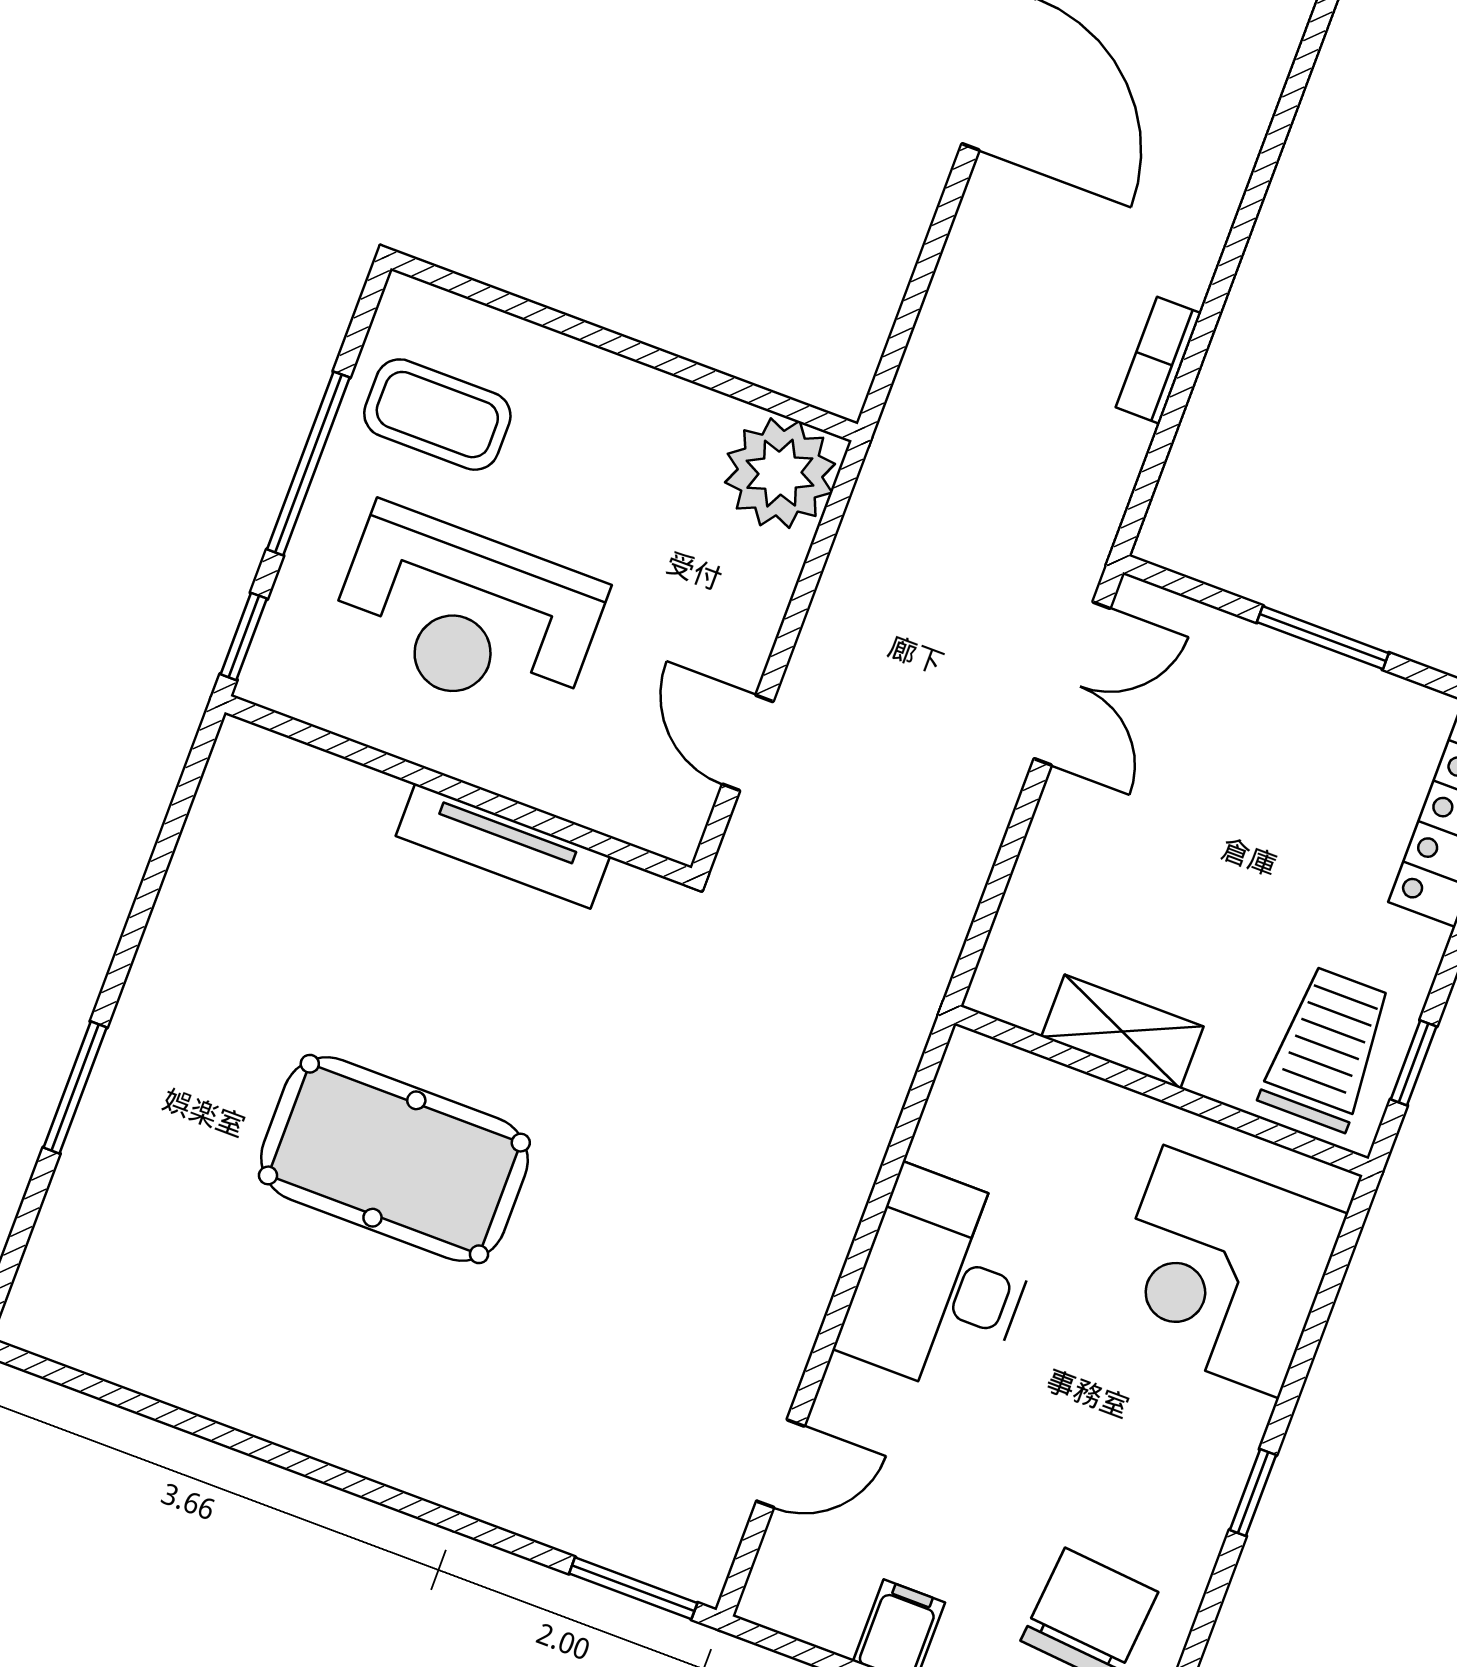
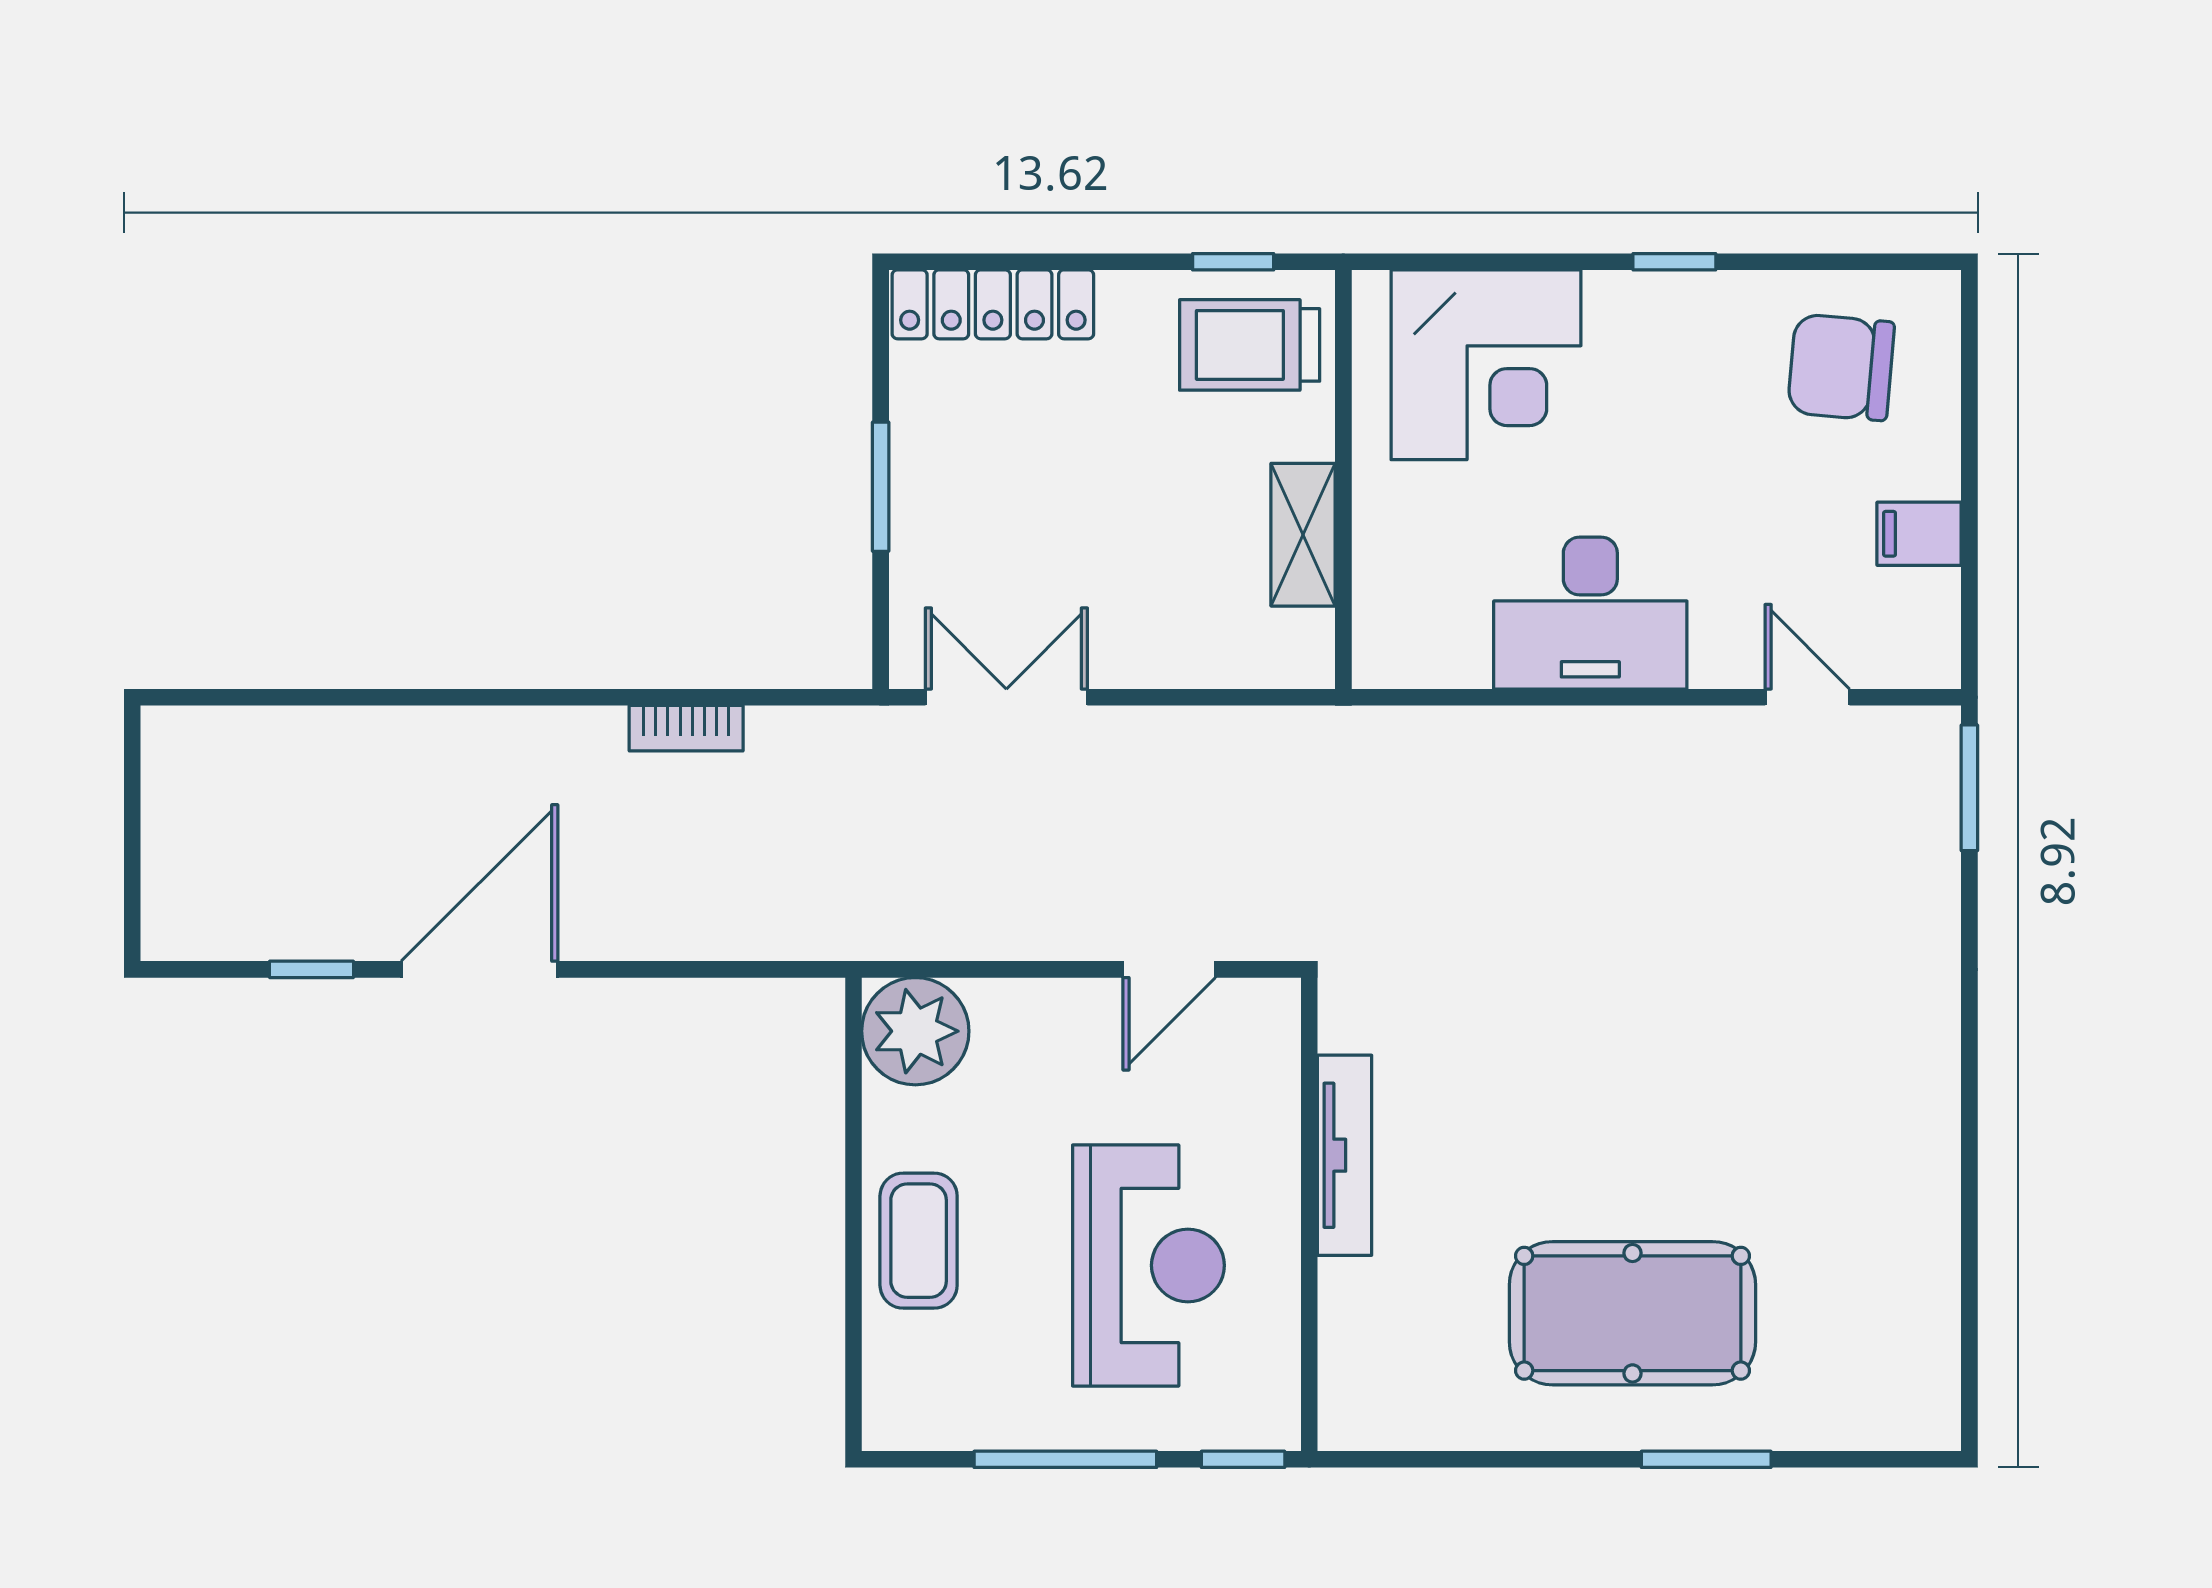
coffee table: (437, 415) -> (919, 1241), moved
pool table: (394, 1159) -> (1632, 1313), moved, turned 90

